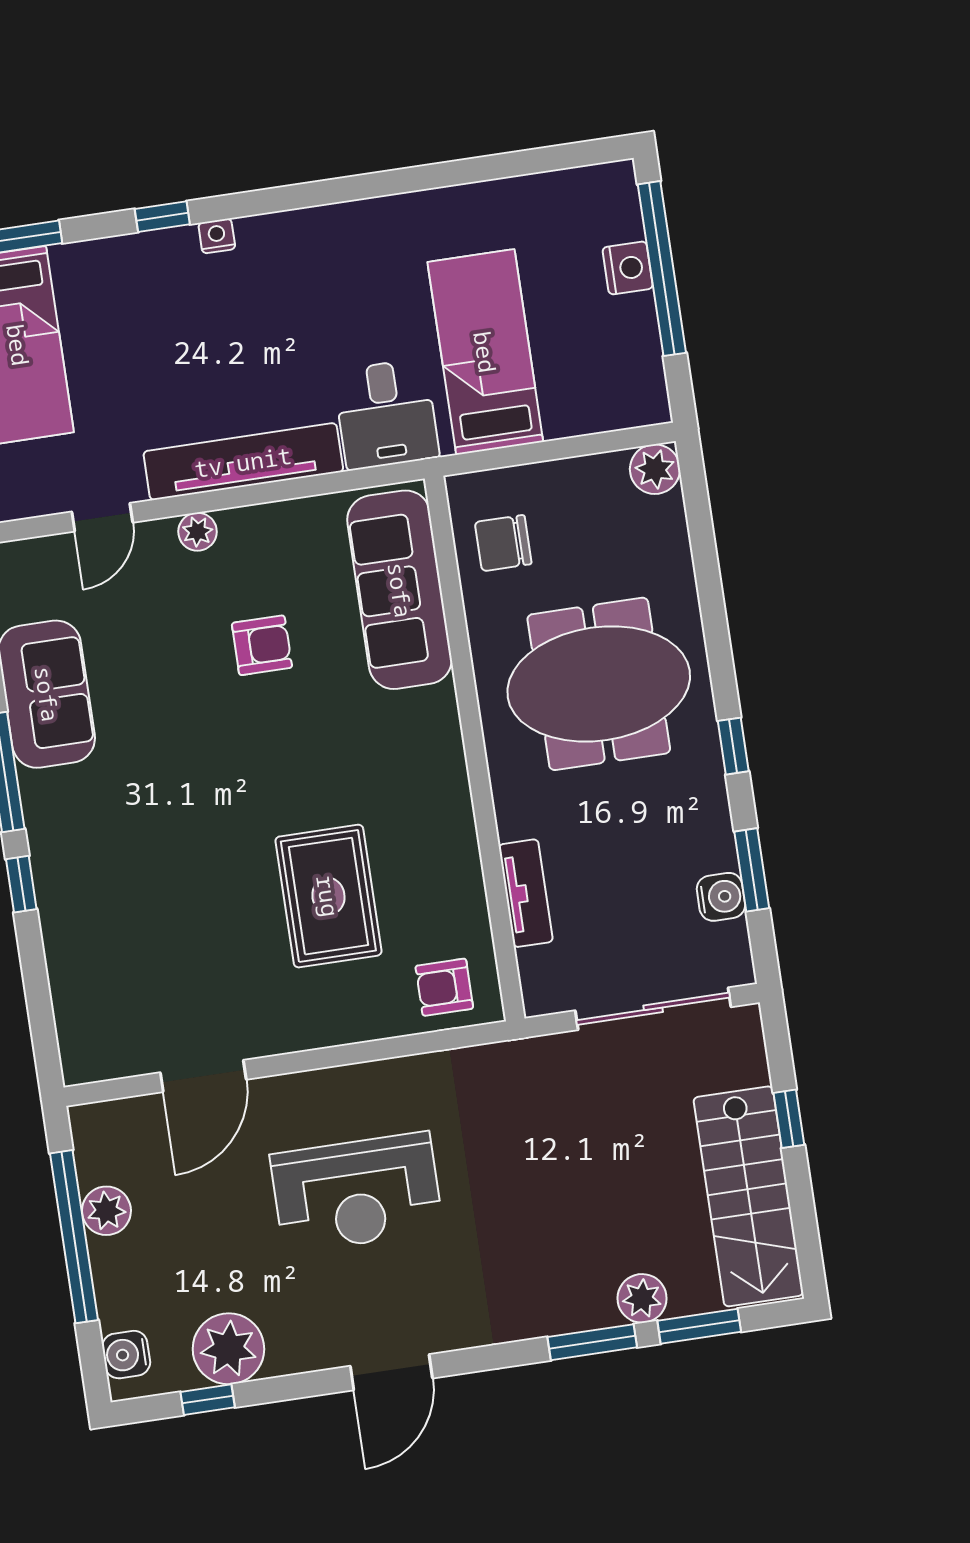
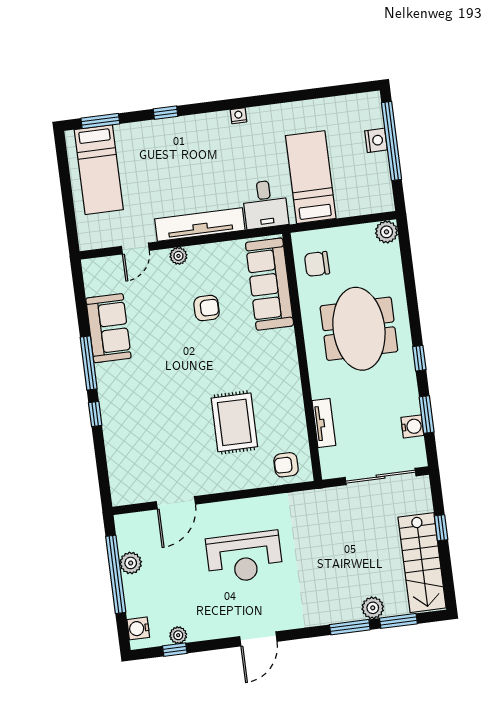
nightstand: (217, 236) -> (238, 116), moved
meeting table: (599, 684) -> (359, 329), turned 90
plant: (228, 1349) -> (178, 635), width x0.53, depth x0.53

